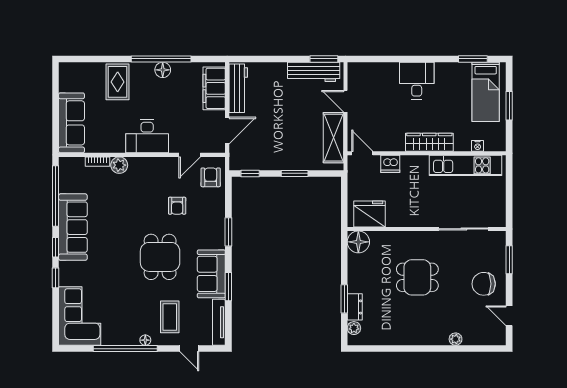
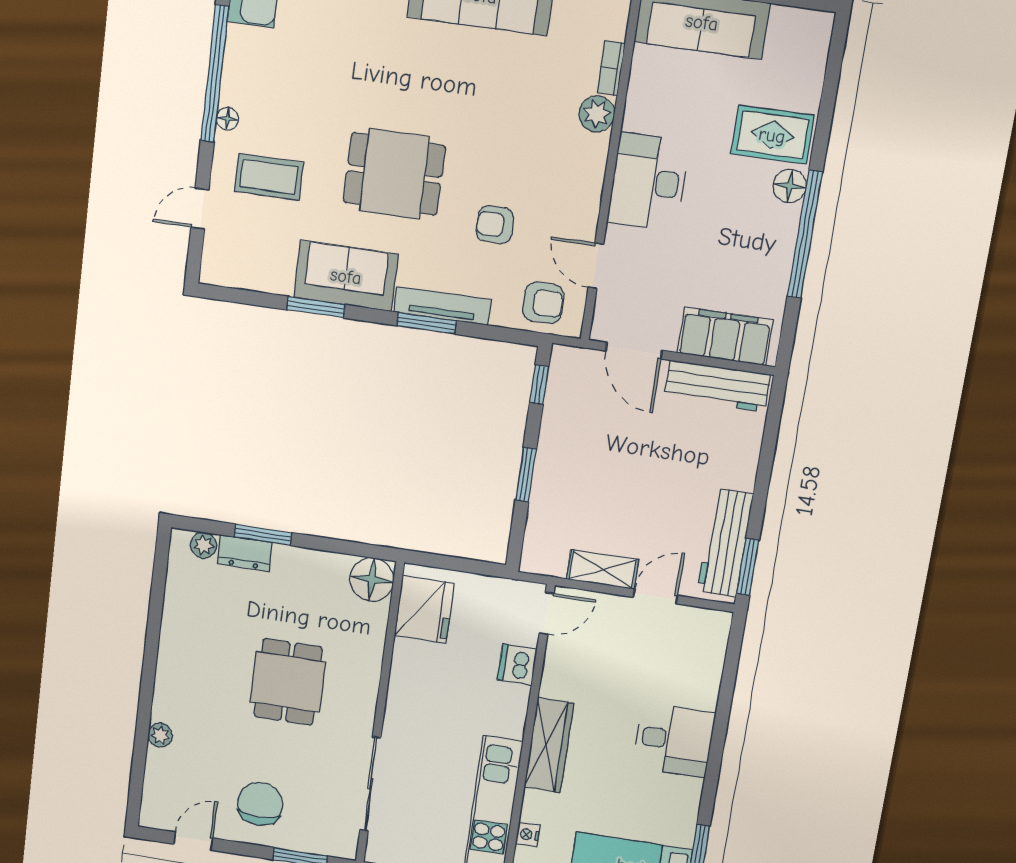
floor lamp: (163, 70) -> (790, 186), moved
shelving: (333, 138) -> (602, 569), width x0.67, depth x0.75
tv unit: (219, 322) -> (442, 306), moved

